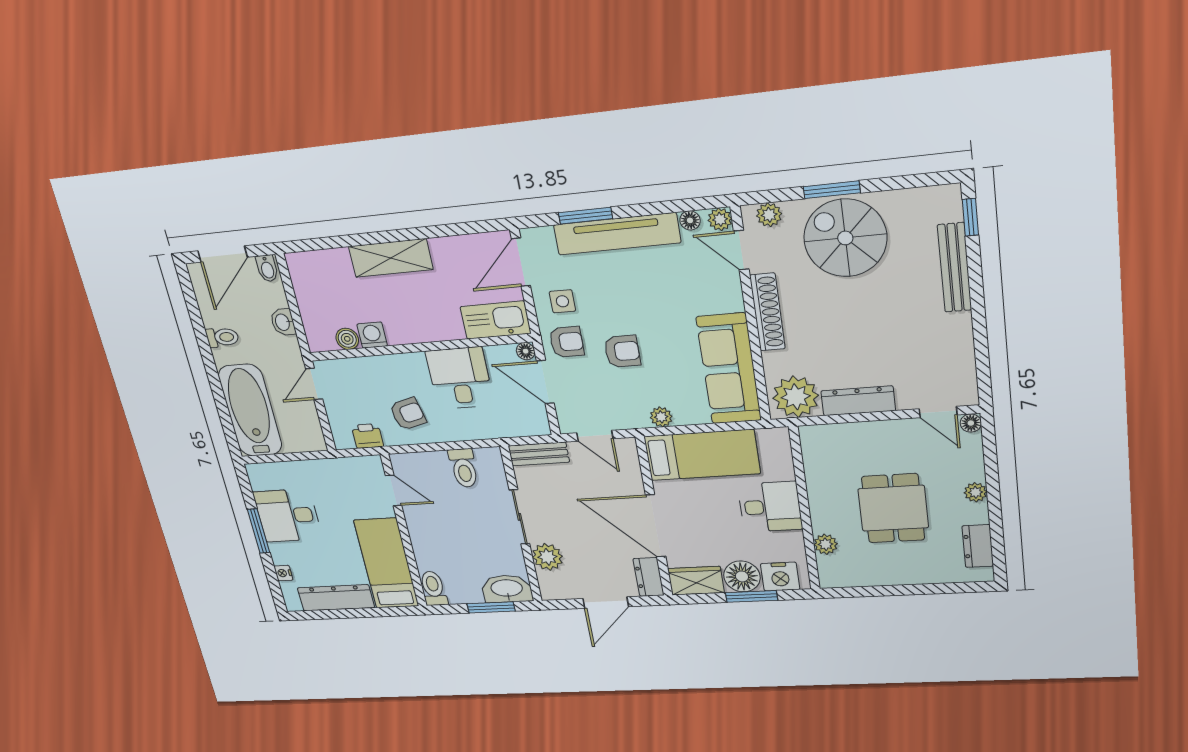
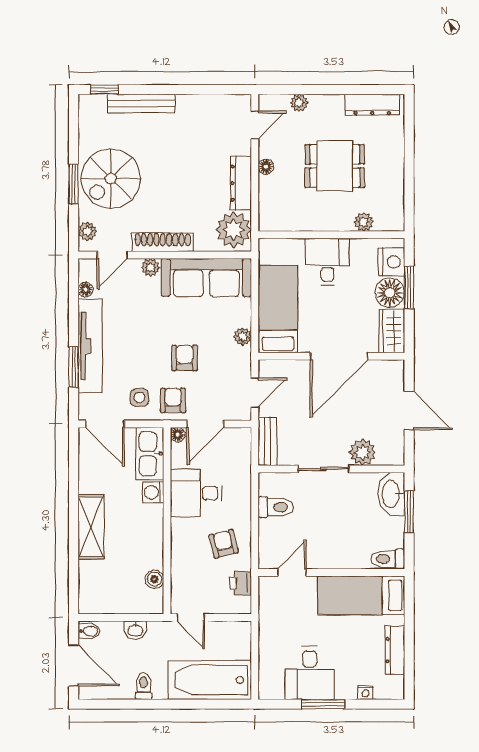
plant: (720, 219) -> (150, 267), moved
washing machine: (372, 335) -> (153, 492), moved
floor lamp: (971, 423) -> (266, 167), moved
plant: (976, 492) -> (299, 103), moved
dresser: (978, 546) -> (372, 105), width x1.44
dresser: (649, 577) -> (386, 370), removed
dresser: (336, 598) -> (395, 650), width x0.73, depth x0.80

